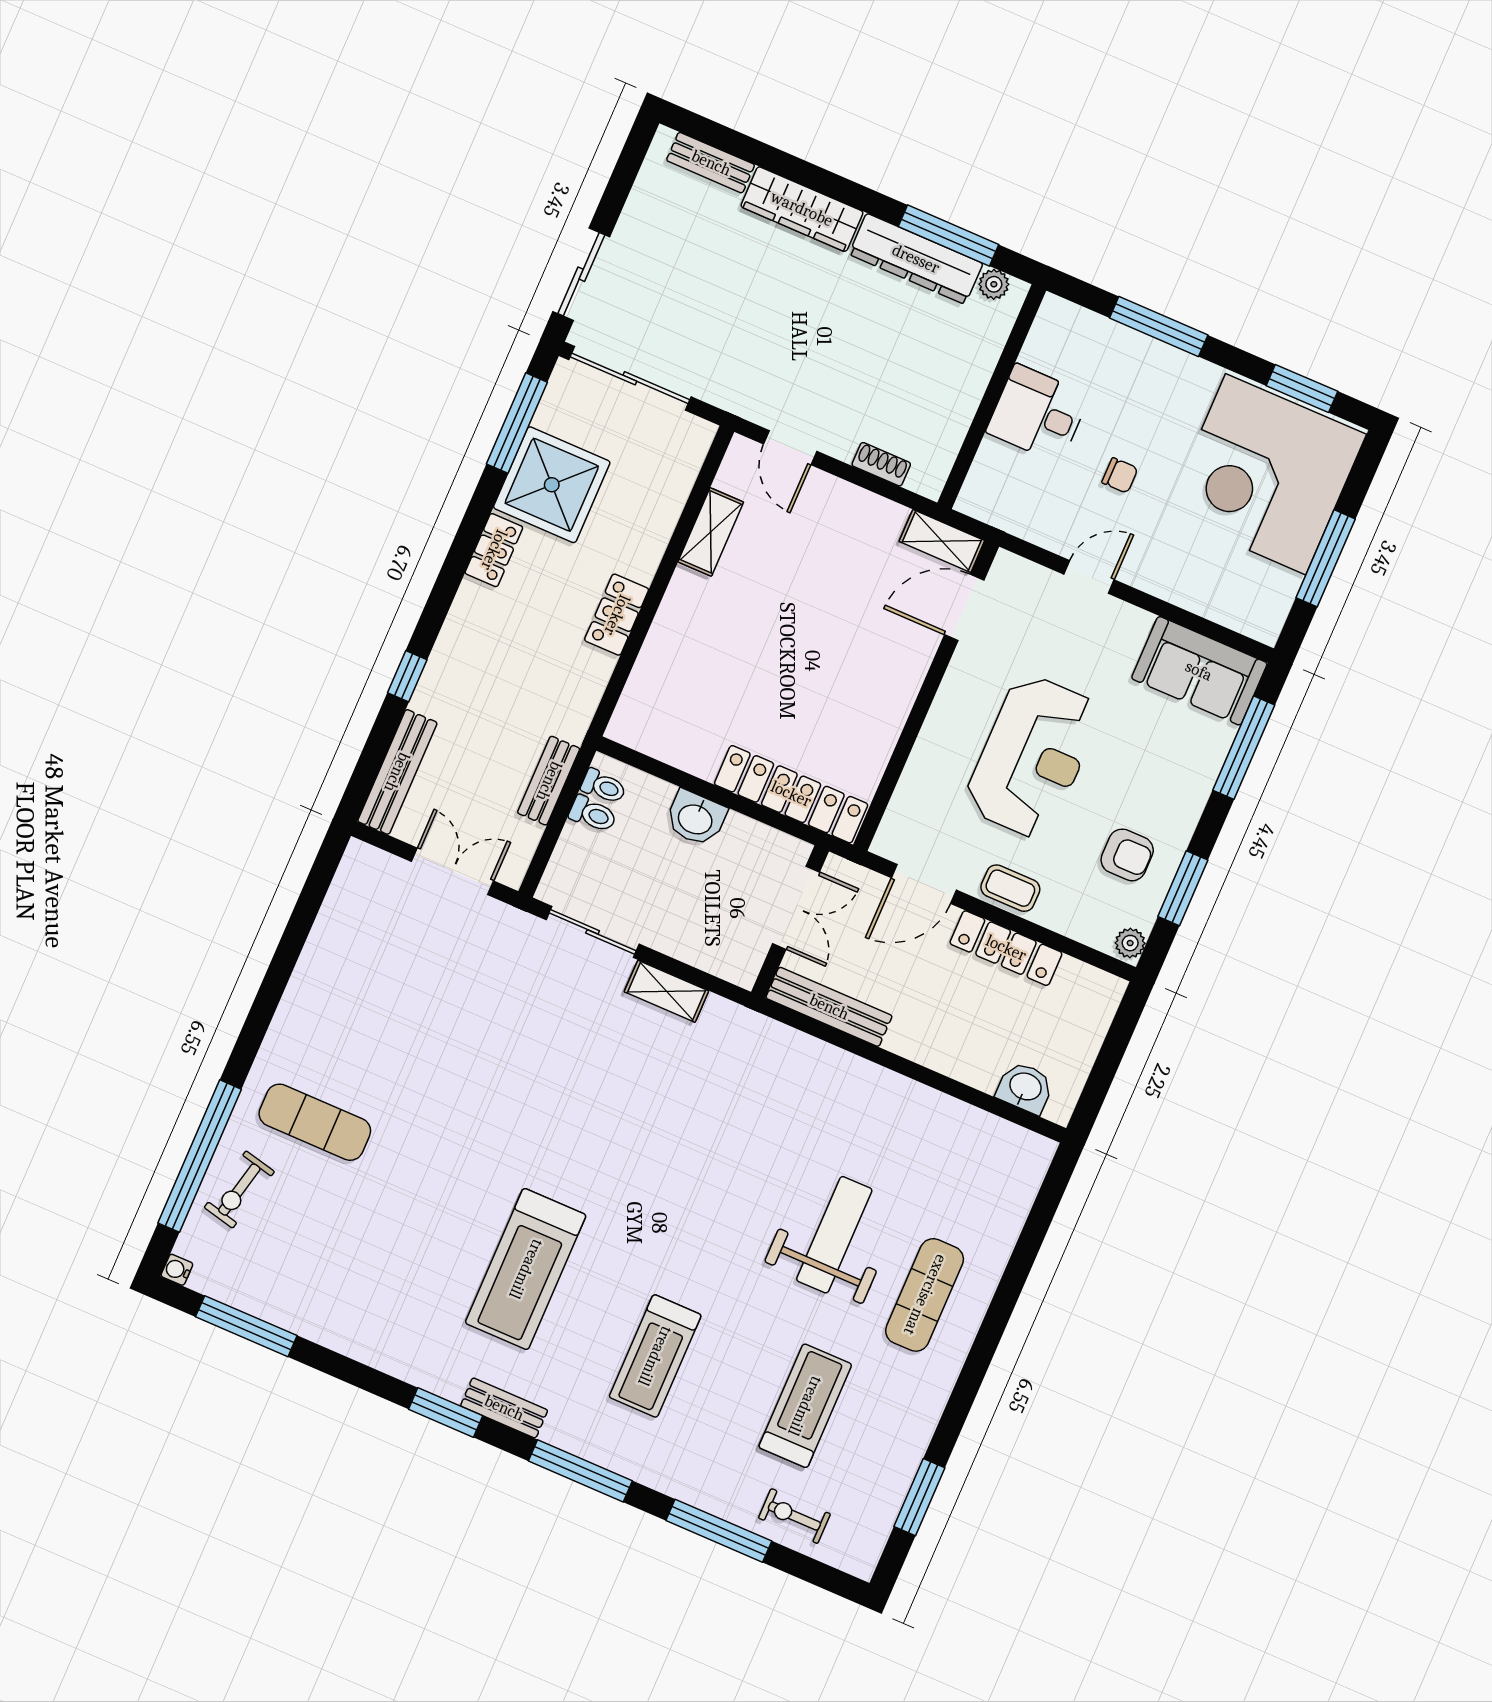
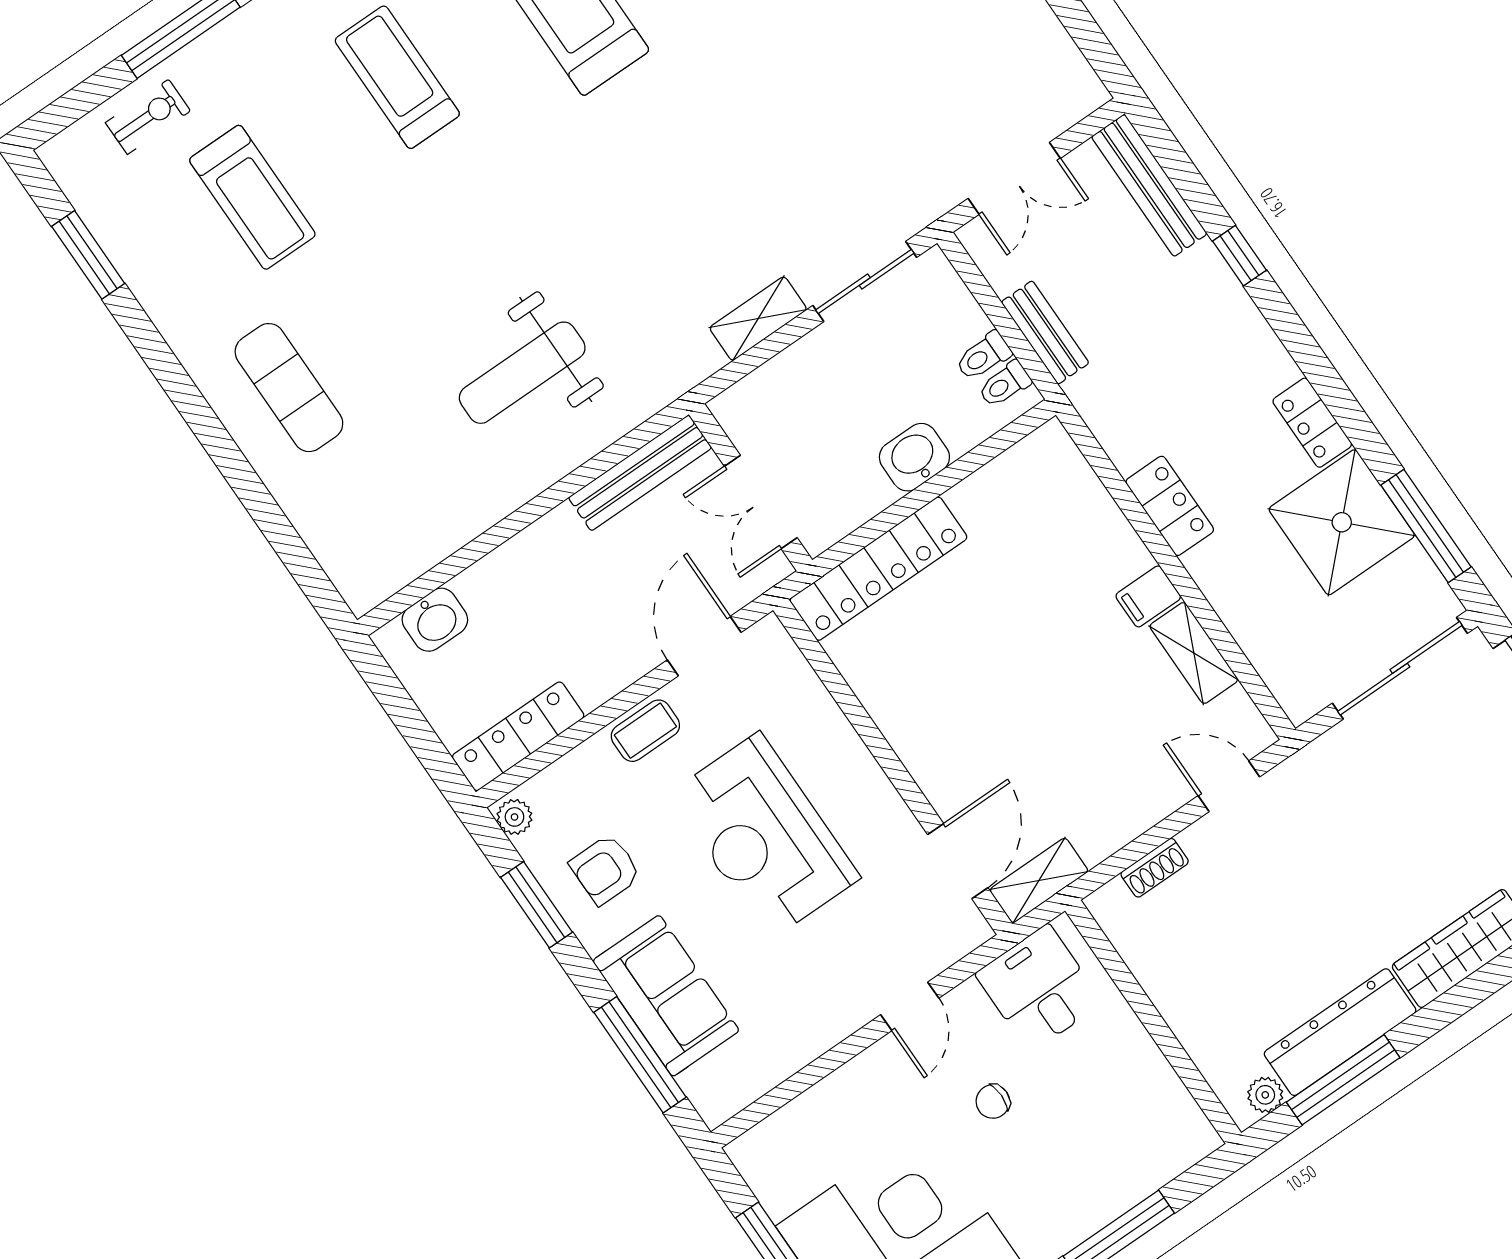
desk: (1038, 414) -> (1039, 988), moved, turned -90
filing cabinet: (691, 590) -> (1148, 596), added
sofa: (1199, 671) -> (666, 996), moved, turned 90
locker: (1006, 948) -> (518, 736), moved
weight bench: (834, 1235) -> (522, 373), moved, turned 90

